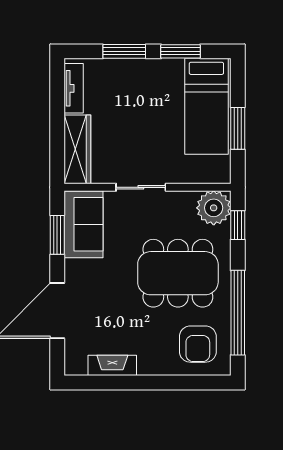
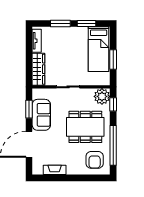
sofa: (84, 224) -> (41, 115), moved

